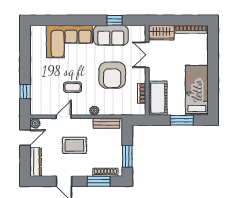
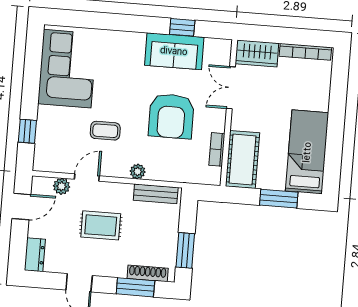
corner sofa: (69, 42) -> (67, 69), moved, turned -90
plant: (35, 123) -> (62, 186), moved
dresser: (36, 162) -> (35, 255), width x0.70

